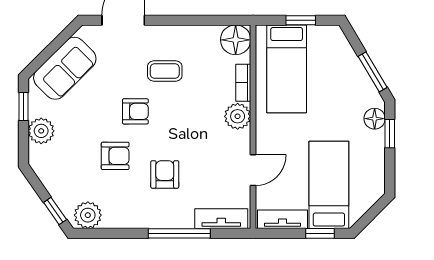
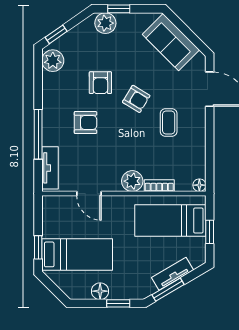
floor lamp: (236, 40) -> (199, 185), width x0.53, depth x0.53
window: (24, 106) -> (119, 9), moved
armchair: (135, 111) -> (136, 99), turned -59
floor lamp: (375, 119) -> (100, 291), moved
plant: (41, 131) -> (105, 23), moved
tv unit: (283, 219) -> (173, 274), moved, turned -121

